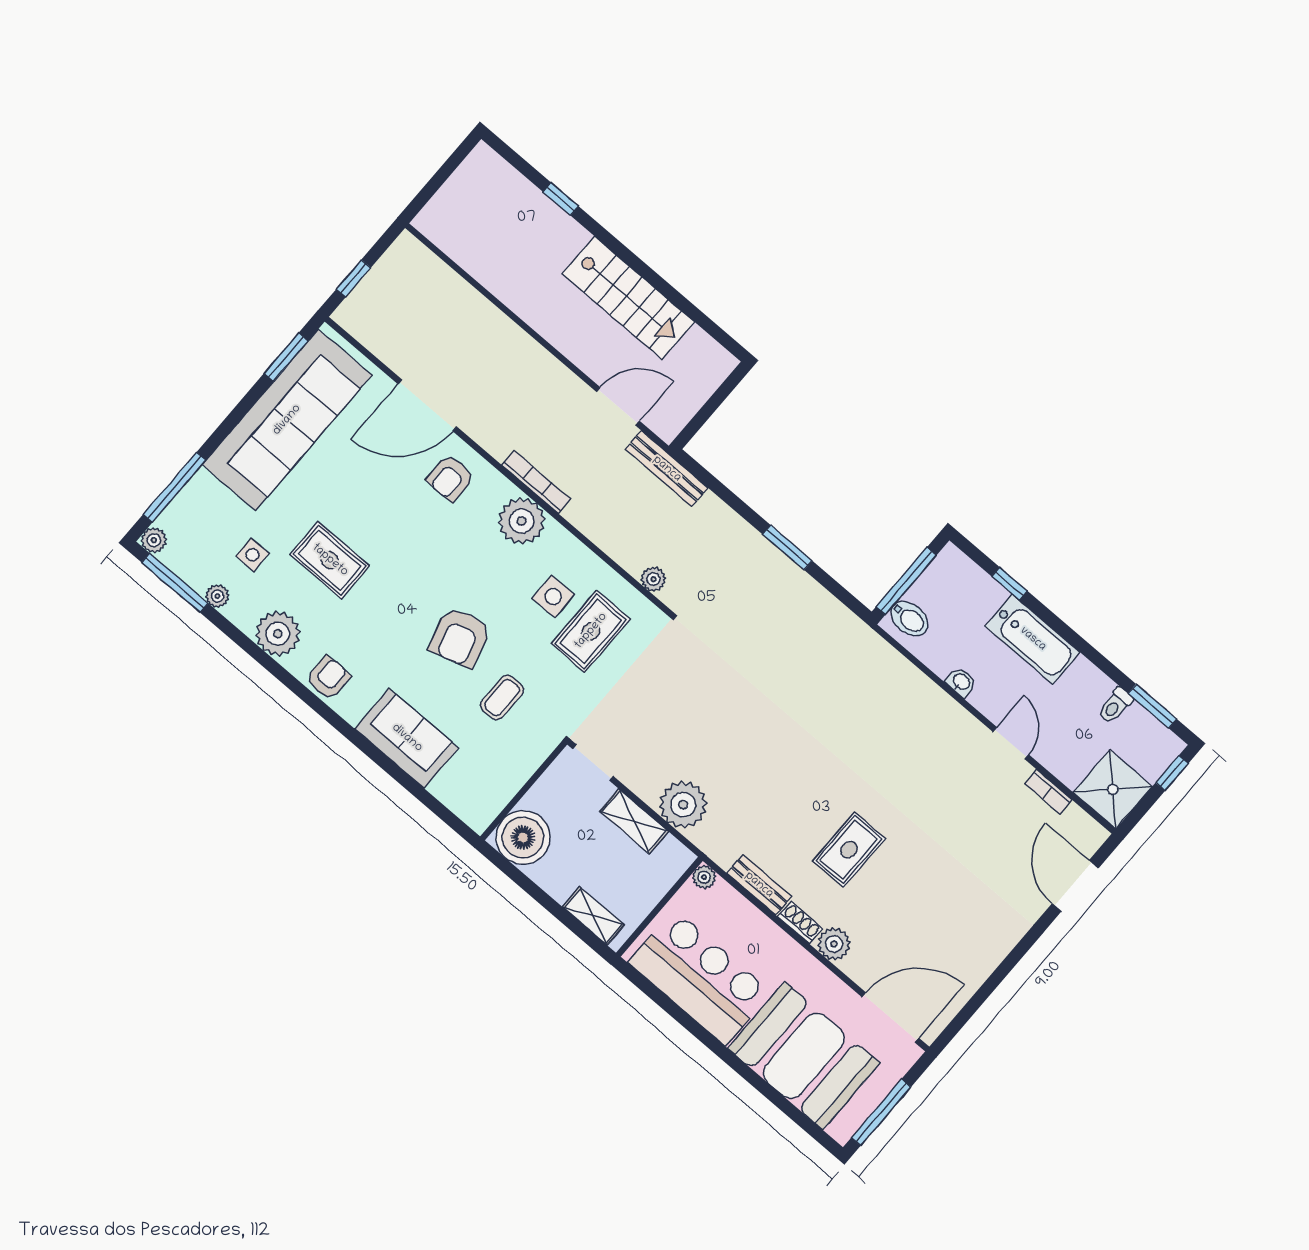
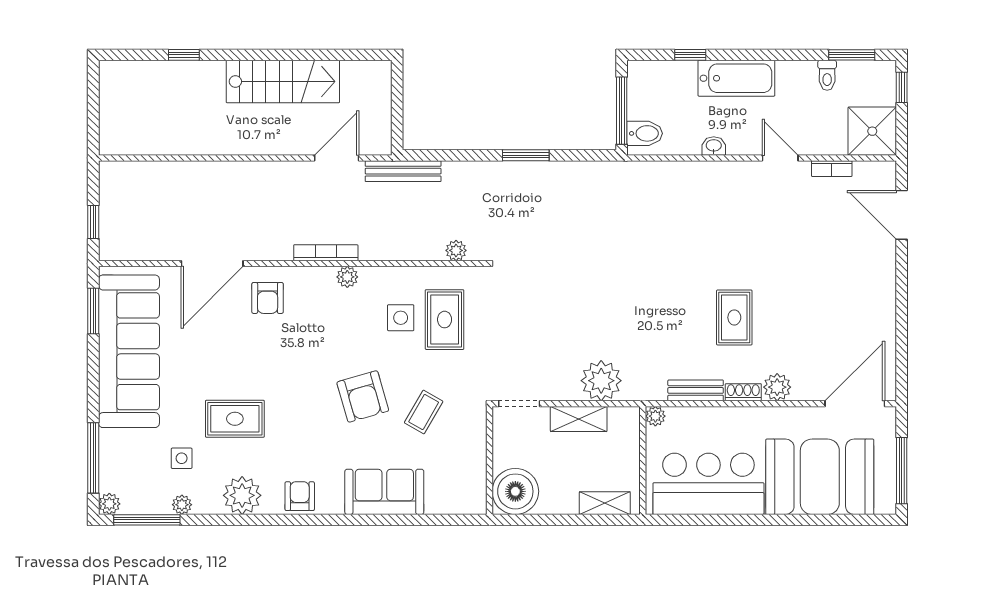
plant: (522, 521) -> (347, 277), width x0.53, depth x0.53
coffee table: (502, 697) -> (424, 412), turned 30

